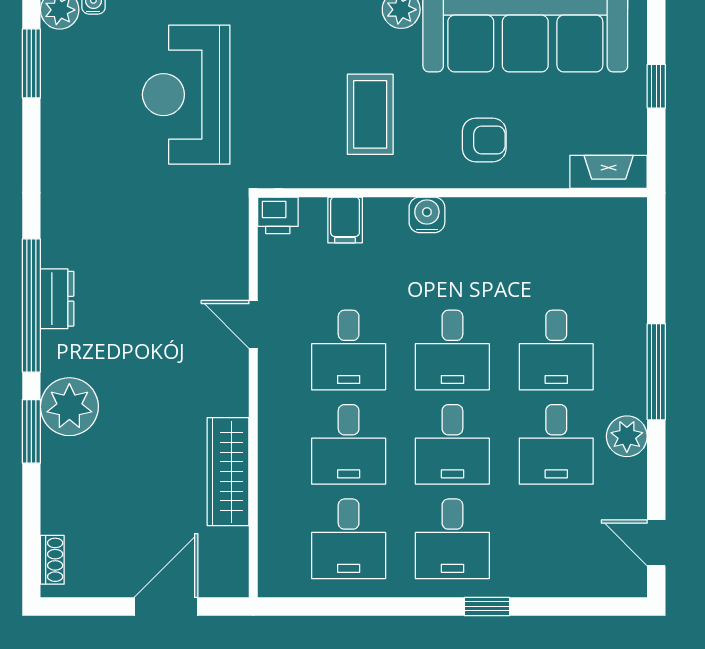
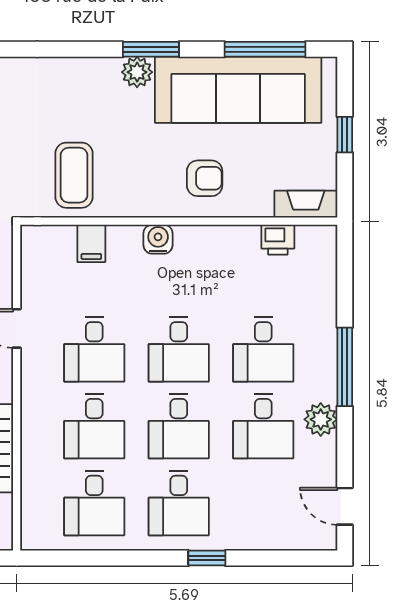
coffee table: (370, 114) -> (74, 175), moved
printer: (278, 215) -> (278, 240), moved

